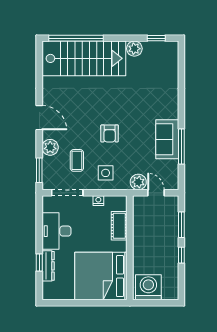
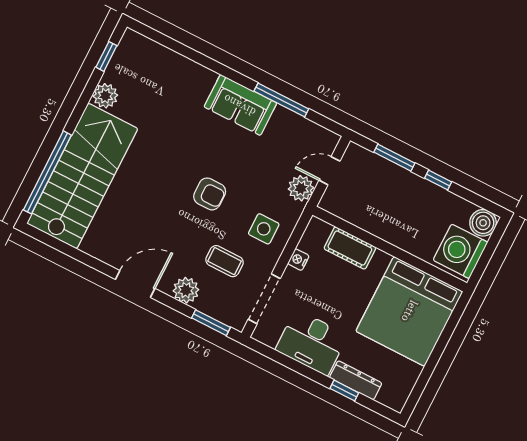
sofa: (167, 139) -> (240, 105), moved
boiler: (170, 292) -> (483, 223), added

